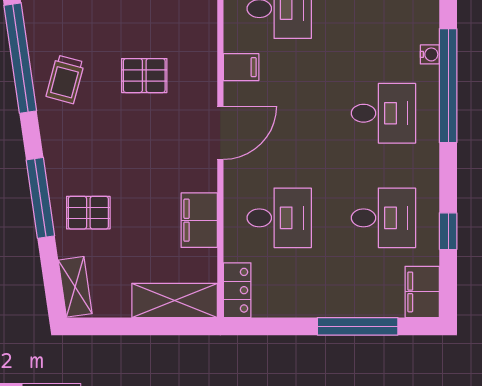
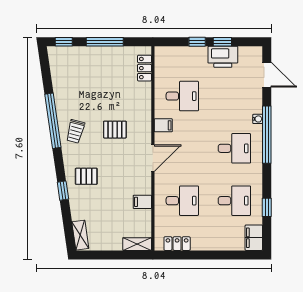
window: (40, 198) -> (63, 191), width x0.46
pallet: (88, 213) -> (86, 176), moved
filing cabinet: (199, 220) -> (142, 202), width x0.50
locker: (237, 290) -> (177, 244), moved, turned -90
shelving: (175, 300) -> (137, 244), width x0.67, depth x0.75
window: (358, 326) -> (222, 255), removed

